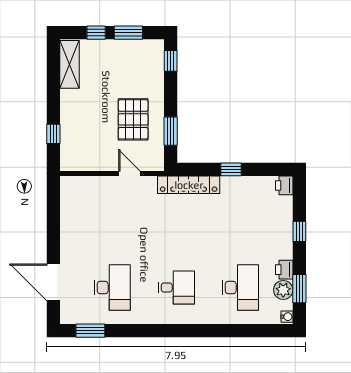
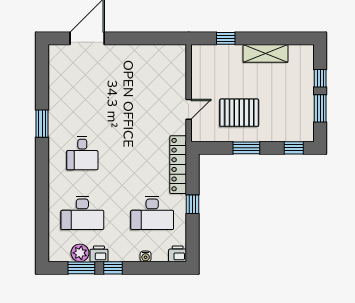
shelving: (70, 64) -> (266, 53), moved
window: (171, 131) -> (246, 148), moved
window: (299, 231) -> (113, 268), moved
desk: (112, 288) -> (152, 213), moved
water cooler: (287, 317) -> (146, 256), moved
window: (90, 331) -> (42, 124), moved

